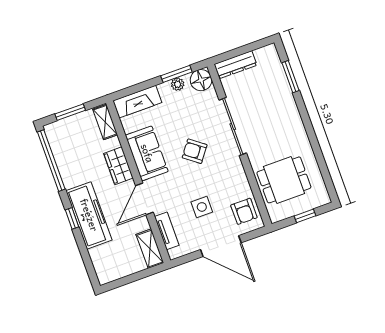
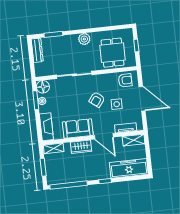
dresser: (235, 65) -> (37, 50), moved
plant: (295, 129) -> (84, 39), added
armchair: (195, 151) -> (97, 100), moved
freezer: (89, 215) -> (129, 168), moved
door: (221, 246) -> (142, 99), hinge flipped

